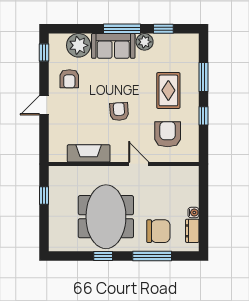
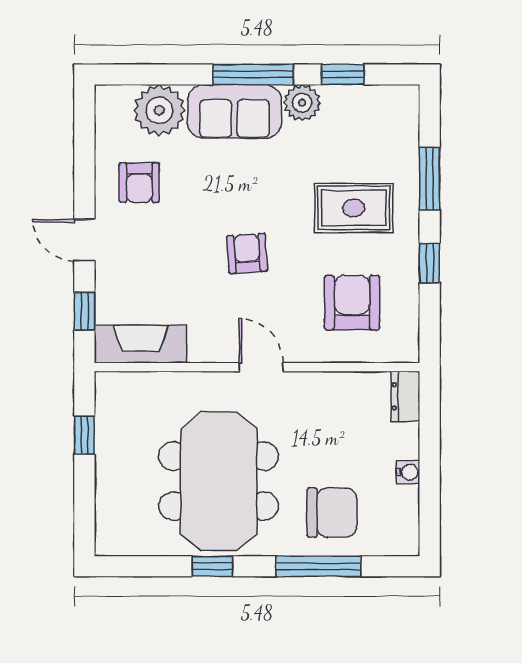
window: (44, 52) -> (84, 311), moved
rug: (168, 90) -> (354, 208), turned 90
door: (44, 105) -> (84, 240), hinge flipped
fireplace: (89, 153) -> (140, 344), moved
door: (139, 164) -> (261, 367), moved
dresser: (192, 231) -> (405, 396), moved

